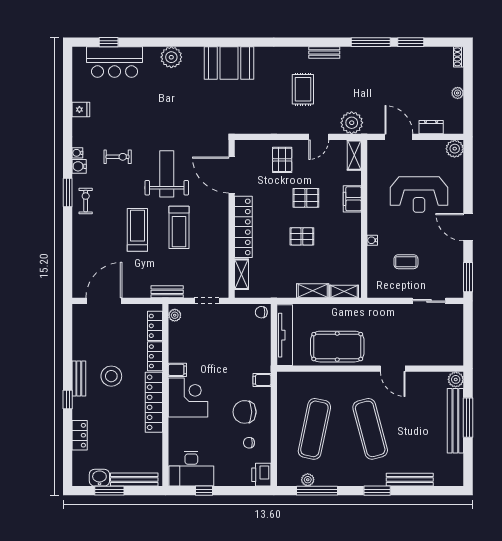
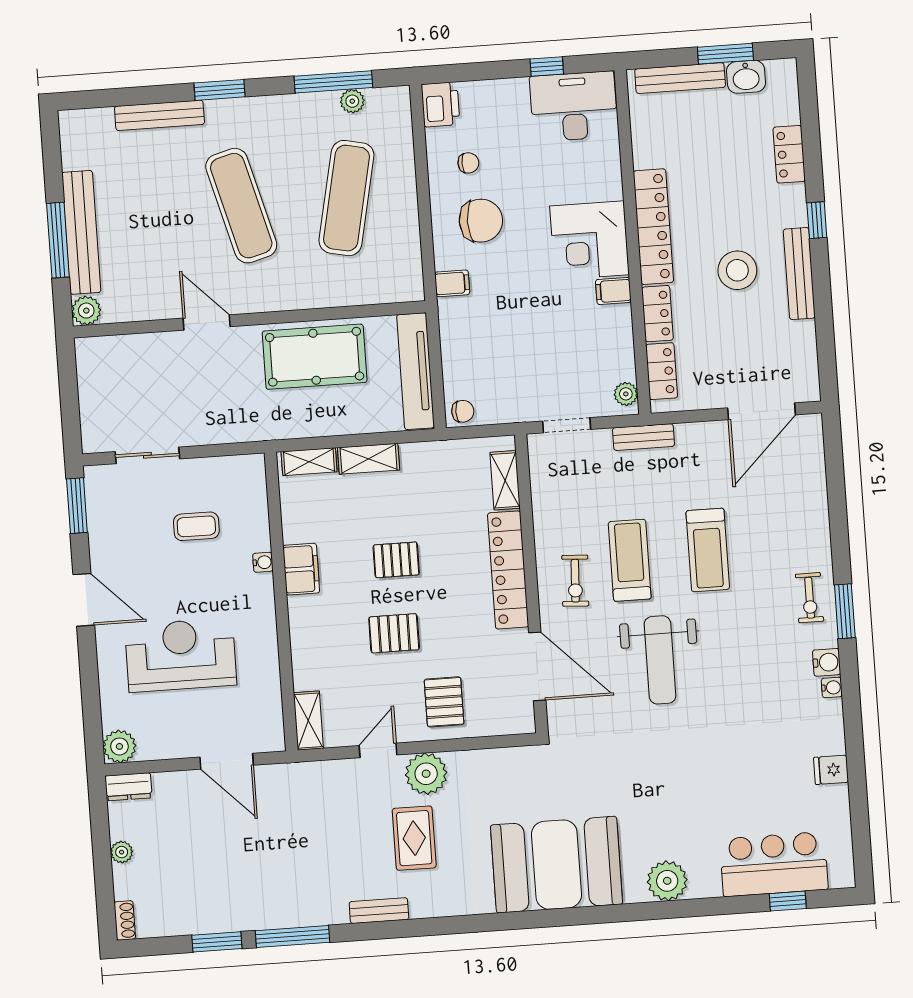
booth: (229, 63) -> (557, 865), width x1.36, depth x1.42
plant: (352, 123) -> (426, 774), moved
dresser: (431, 127) -> (128, 787), moved
exercise bike: (118, 157) -> (575, 581), moved, turned -87
filing cabinet: (352, 199) -> (301, 569), moved
bench: (79, 378) -> (799, 274), width x1.36

